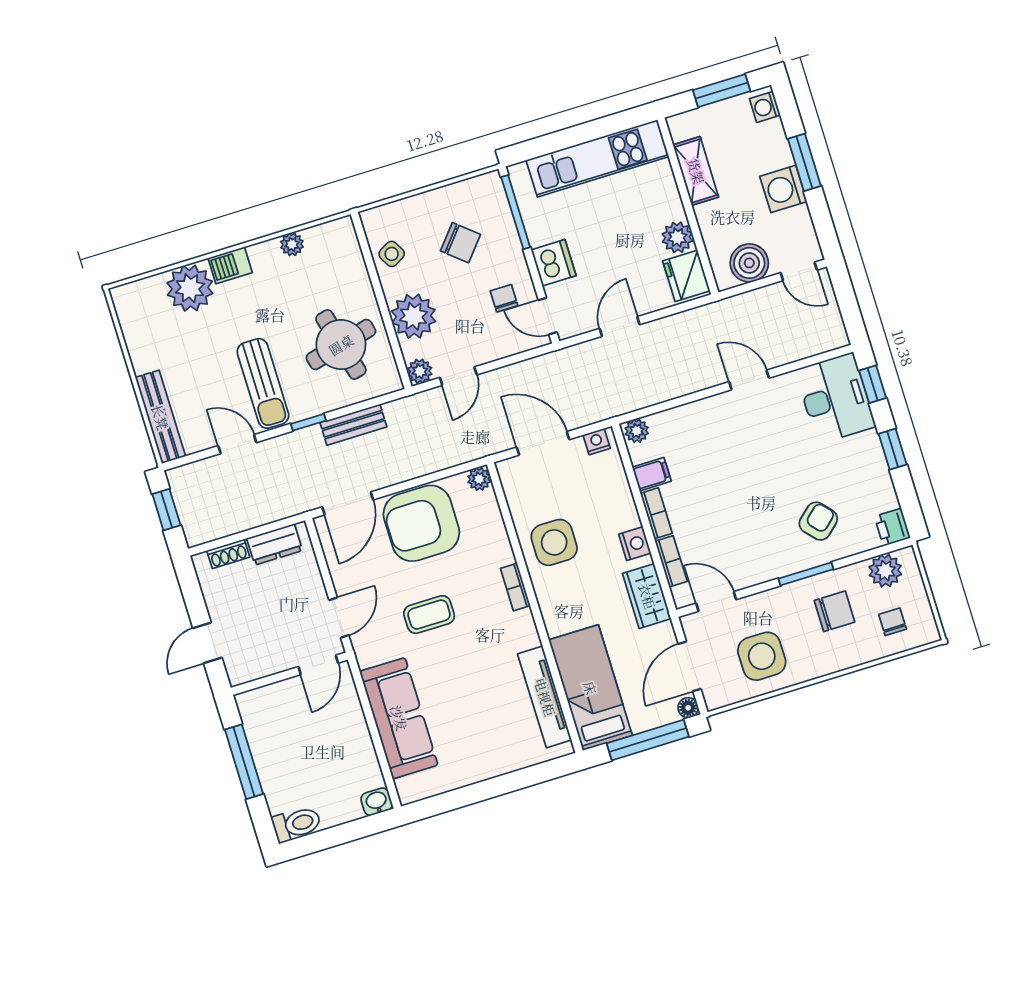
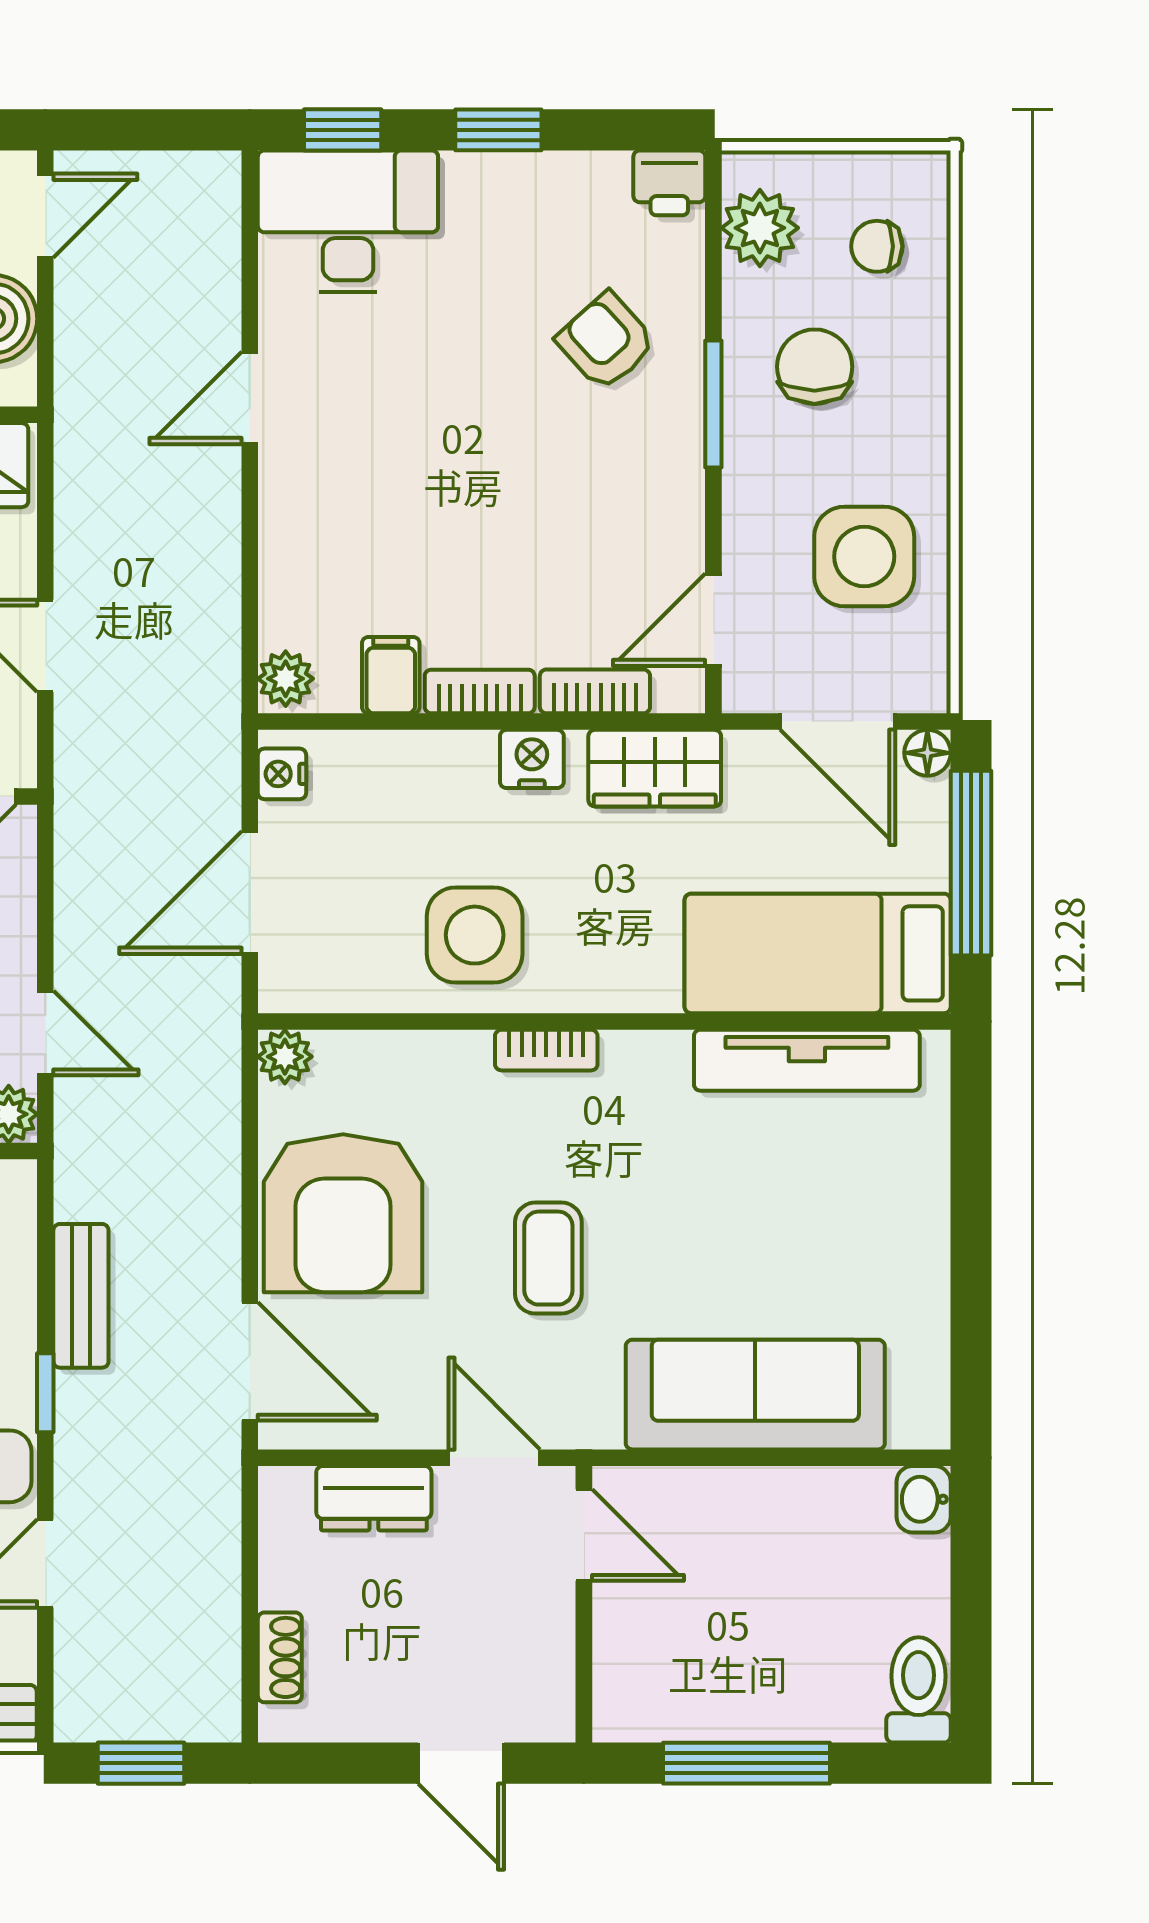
dresser: (275, 544) -> (374, 1498), moved, turned 90

